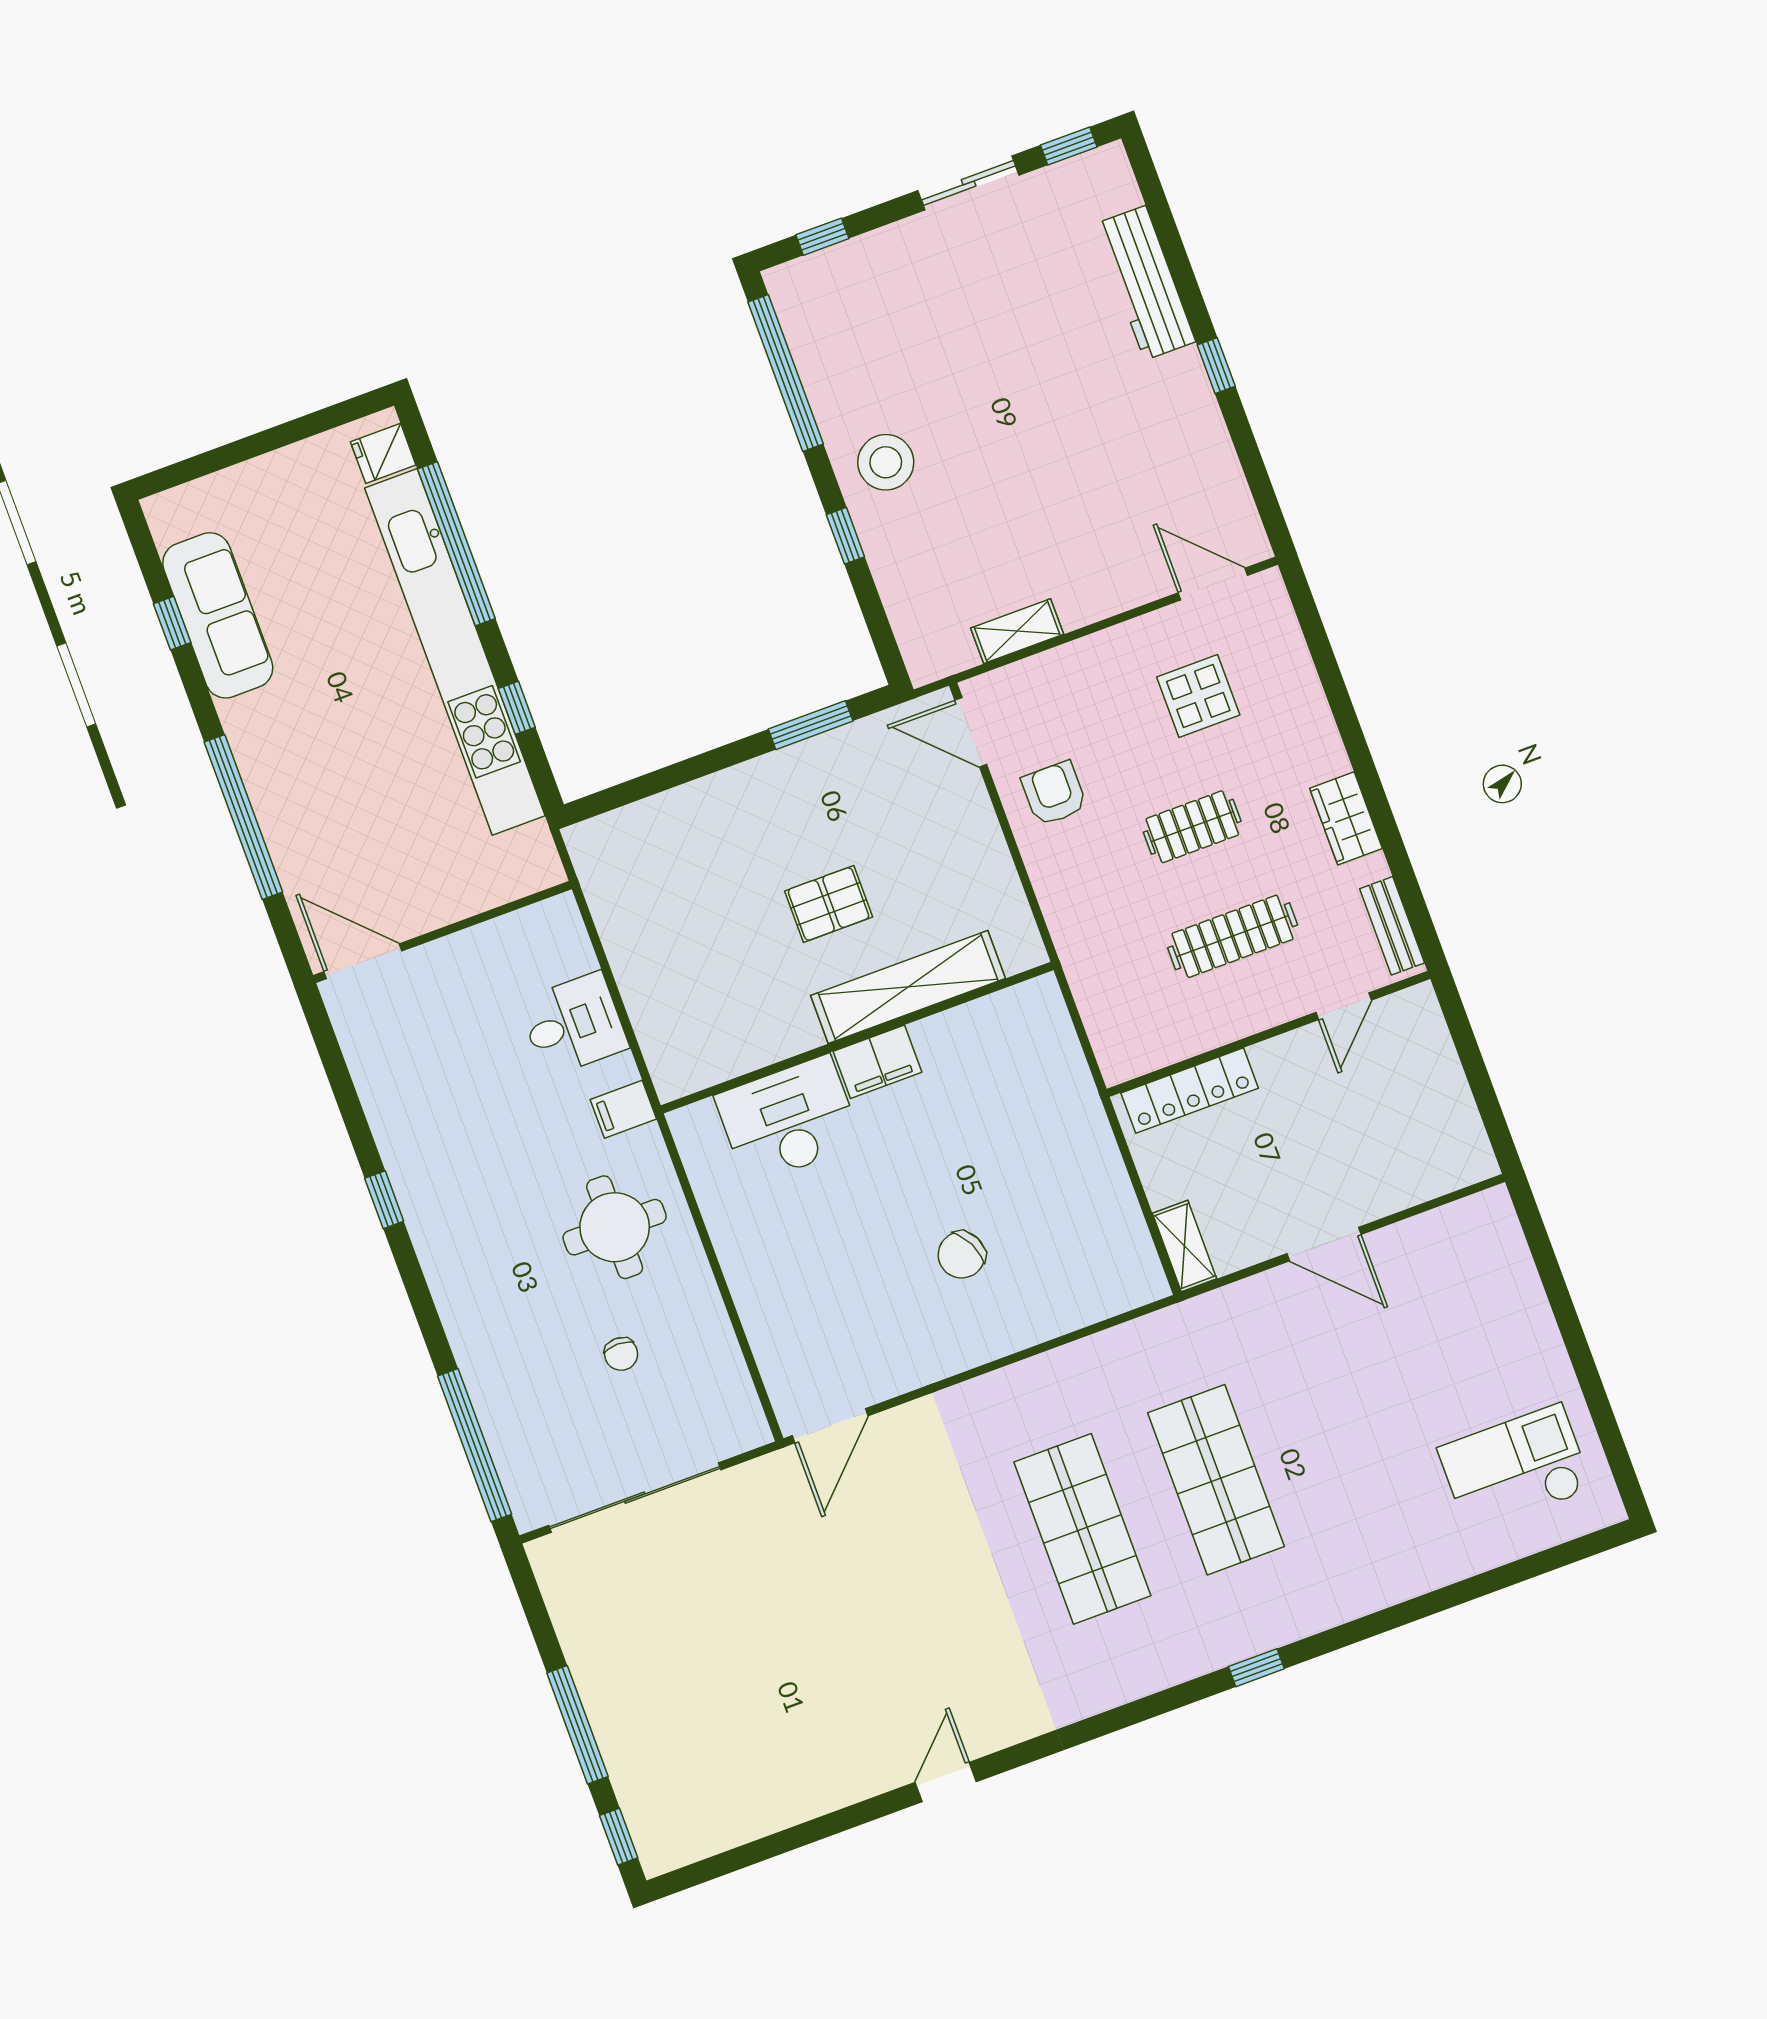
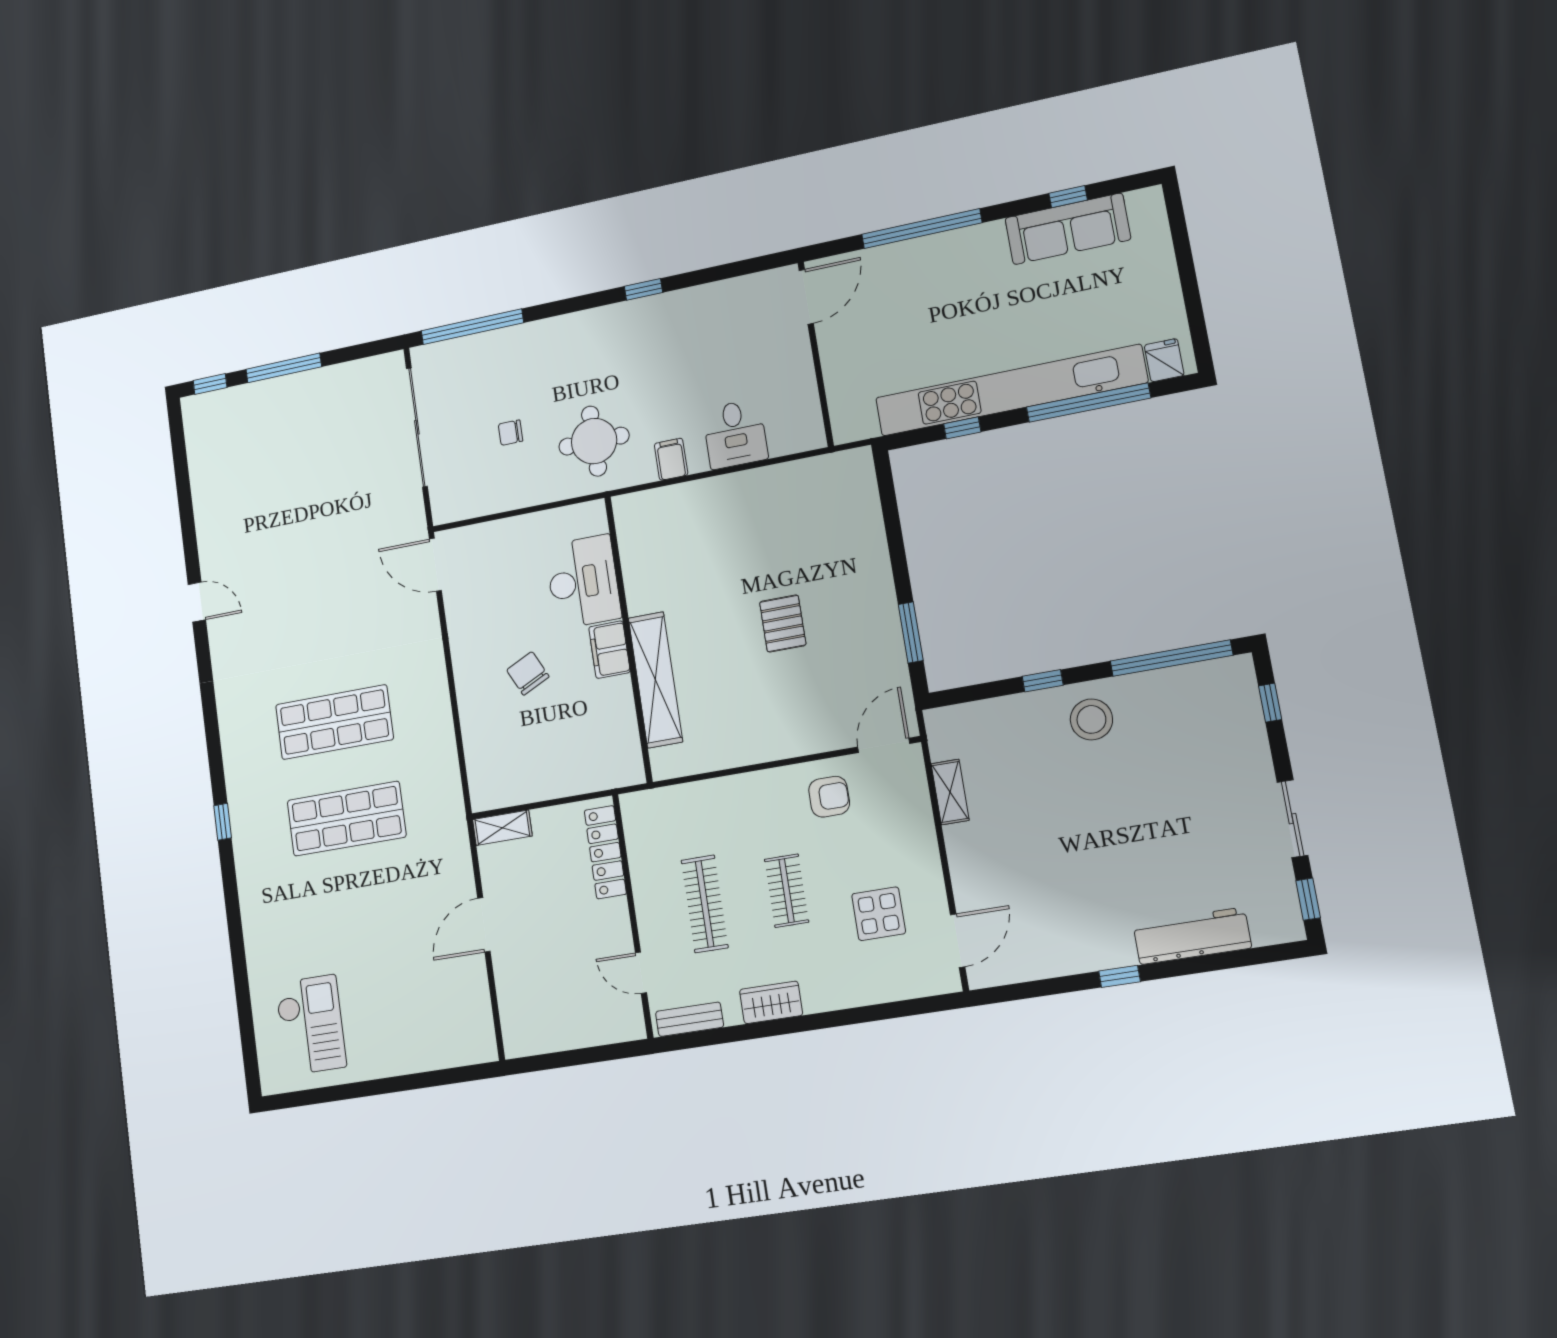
shelving: (908, 987) -> (655, 680), moved
wall: (857, 1038) -> (628, 638), moved
filing cabinet: (878, 1062) -> (609, 650), moved
desk: (788, 1120) -> (583, 582), moved

